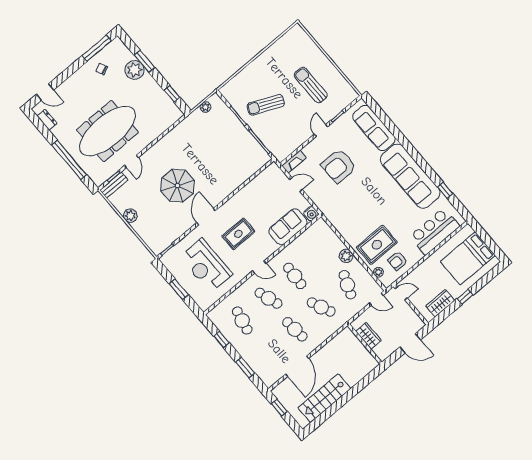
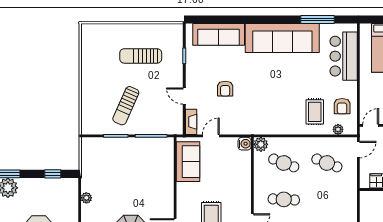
plant: (206, 107) -> (86, 198), moved
door: (321, 130) -> (184, 96), moved
armchair: (339, 166) -> (225, 89), width x0.53, depth x0.53
window: (445, 190) -> (318, 19), width x2.17
sofa: (288, 227) -> (188, 162), moved, turned 180
rug: (377, 245) -> (315, 112), width x0.73, depth x0.70
plant: (346, 256) -> (261, 144), moved
cafe table: (321, 307) -> (284, 163), moved, turned 45

